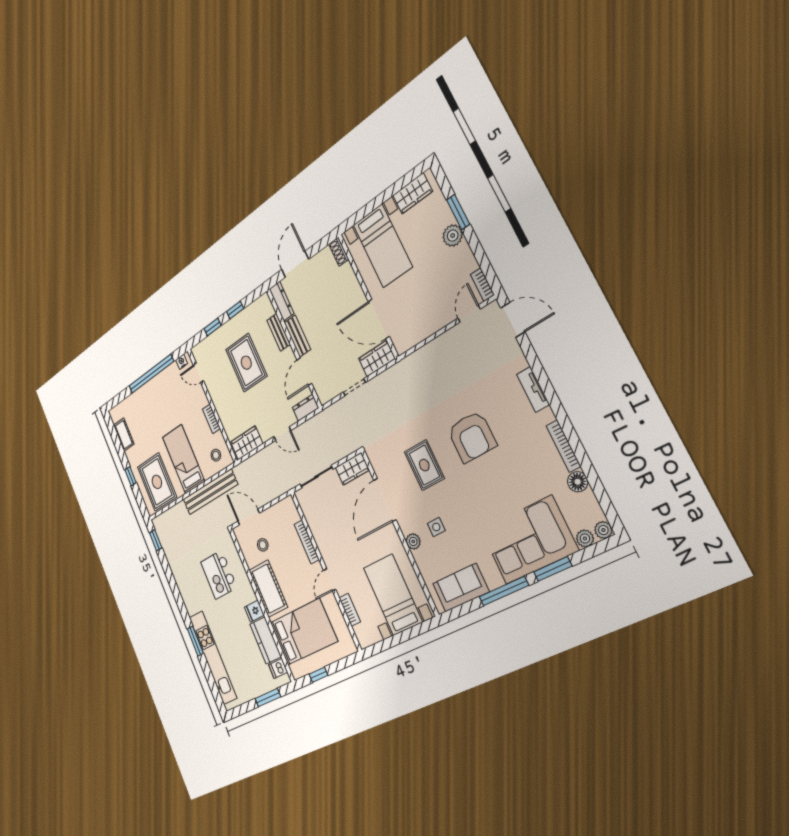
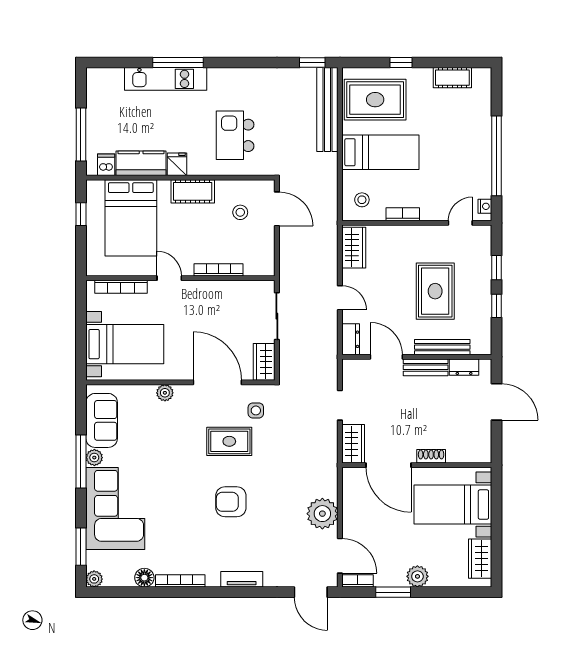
window: (458, 212) -> (393, 592), moved
shoe rack: (339, 252) -> (431, 456), moved
dresser: (282, 301) -> (464, 367), width x0.70
door: (469, 314) -> (340, 556), width x1.38
door: (379, 319) -> (388, 465), swing flipped
door: (513, 320) -> (311, 592), hinge flipped
bench: (279, 332) -> (442, 347), width x1.36
plant: (442, 351) -> (322, 514), added
rug: (246, 363) -> (435, 291), turned 90
door: (282, 434) -> (340, 298), swing flipped
armchair: (472, 437) -> (231, 502), width x0.73, depth x0.73
bench: (210, 492) -> (327, 110), moved
door: (249, 517) -> (277, 209), hinge flipped
side table: (436, 527) -> (256, 410), moved
plant: (585, 538) -> (94, 458), moved
window: (553, 569) -> (81, 547), moved
kitchen island: (219, 575) -> (235, 135), turned -90
cot: (268, 589) -> (193, 191), width x0.73, depth x0.75
bookcase: (350, 610) -> (121, 287), width x1.56
window: (195, 641) -> (178, 62), width x1.44
kitchen unit: (213, 657) -> (166, 79), width x0.73
window: (268, 698) -> (81, 134), width x1.44

